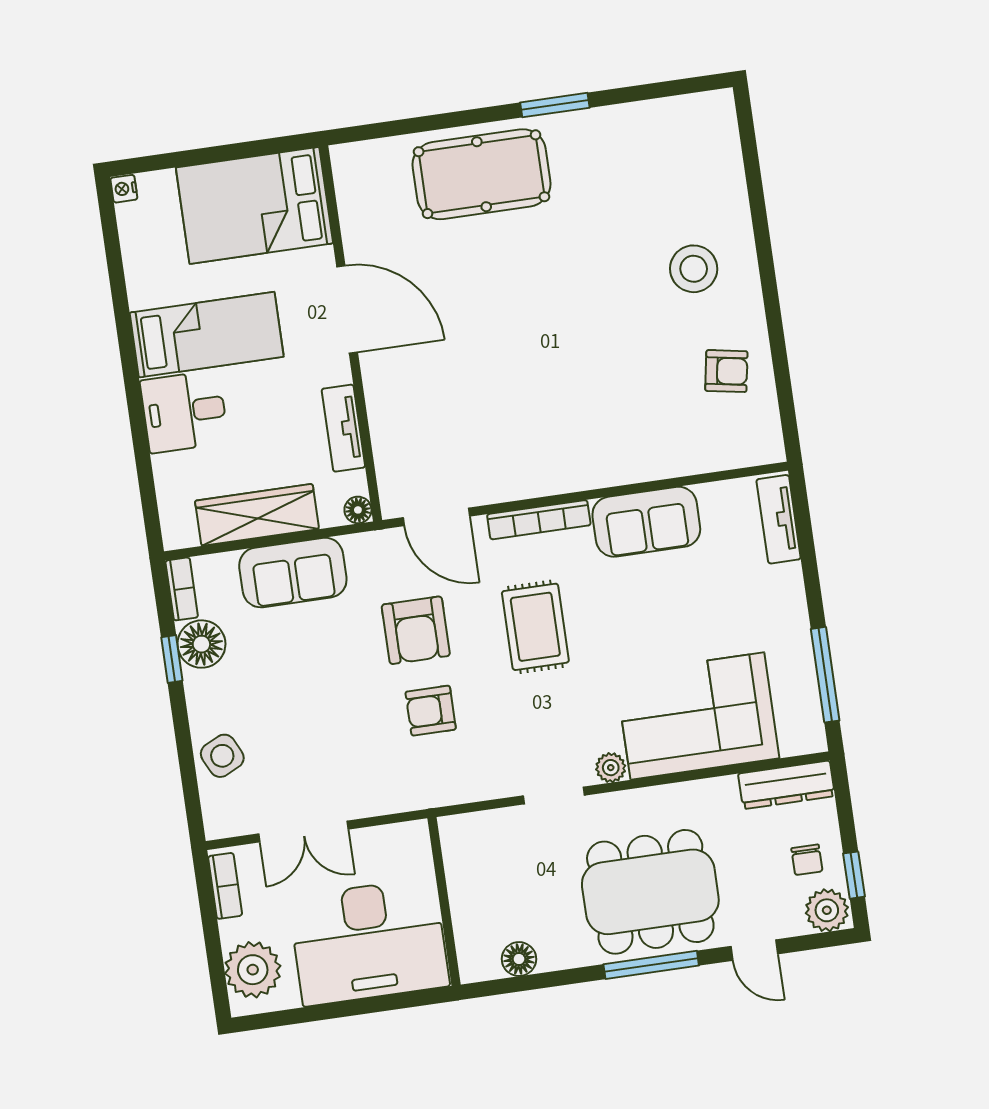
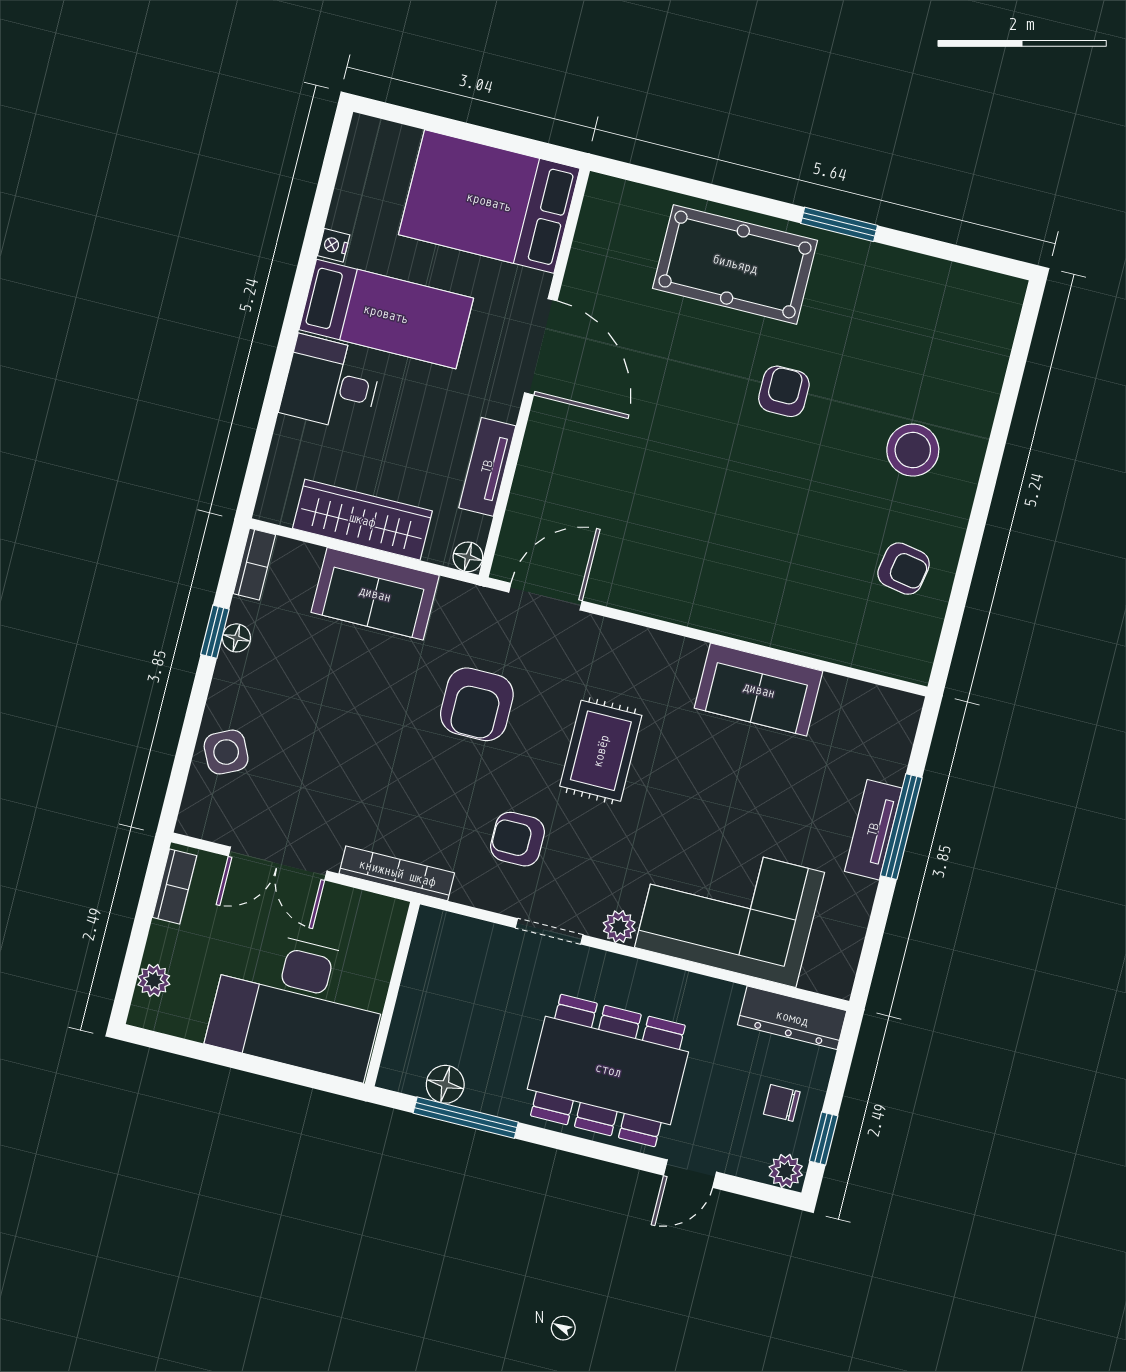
nightstand: (124, 189) -> (334, 245), moved
armchair: (566, 264) -> (784, 391), added
door: (436, 517) -> (545, 597), swing flipped
tv unit: (779, 519) -> (873, 830), moved
bookcase: (539, 520) -> (397, 873), moved, turned 180
floor lamp: (201, 644) -> (236, 638), width x0.53, depth x0.53
window: (825, 675) -> (901, 827), moved
armchair: (431, 711) -> (517, 839), moved
chair: (807, 860) -> (782, 1103), turned 90
plant: (827, 910) -> (786, 1171), width x0.73, depth x0.73
door: (754, 950) -> (690, 1174), hinge flipped
window: (651, 965) -> (466, 1118), moved
plant: (253, 970) -> (154, 980), width x0.53, depth x0.53

